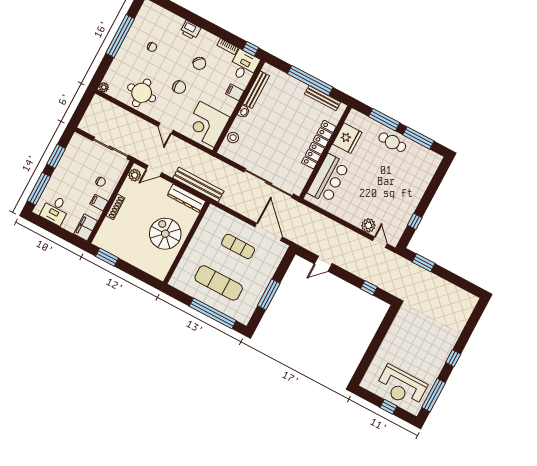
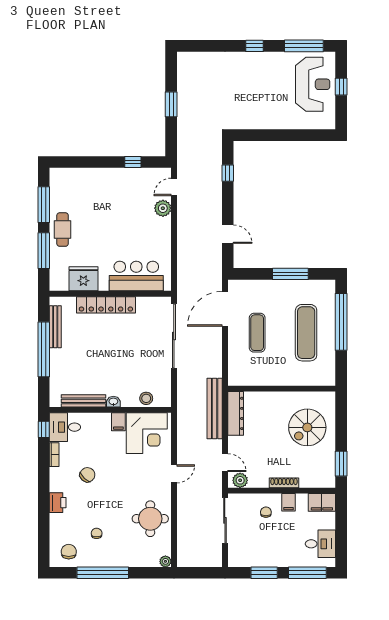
chair: (179, 87) -> (69, 552), moved
filing cabinet: (235, 92) -> (118, 422), moved
spiral stairs: (165, 234) -> (307, 427), moved
window: (424, 263) -> (171, 104), moved

